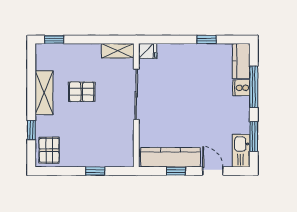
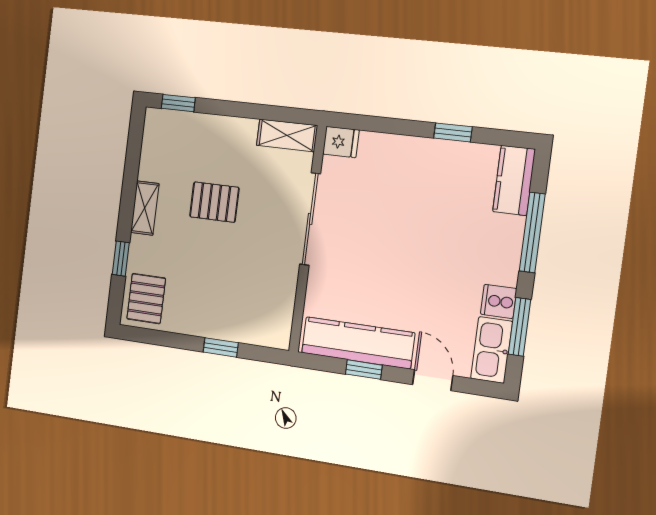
cooker: (241, 88) -> (499, 301), moved
shelving: (44, 93) -> (145, 208), width x0.67, depth x0.75

